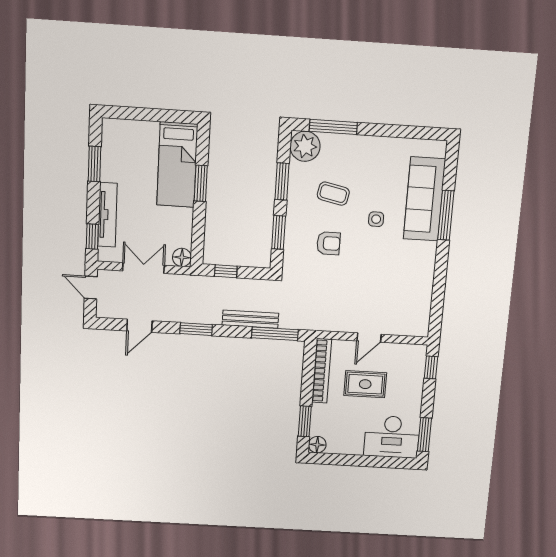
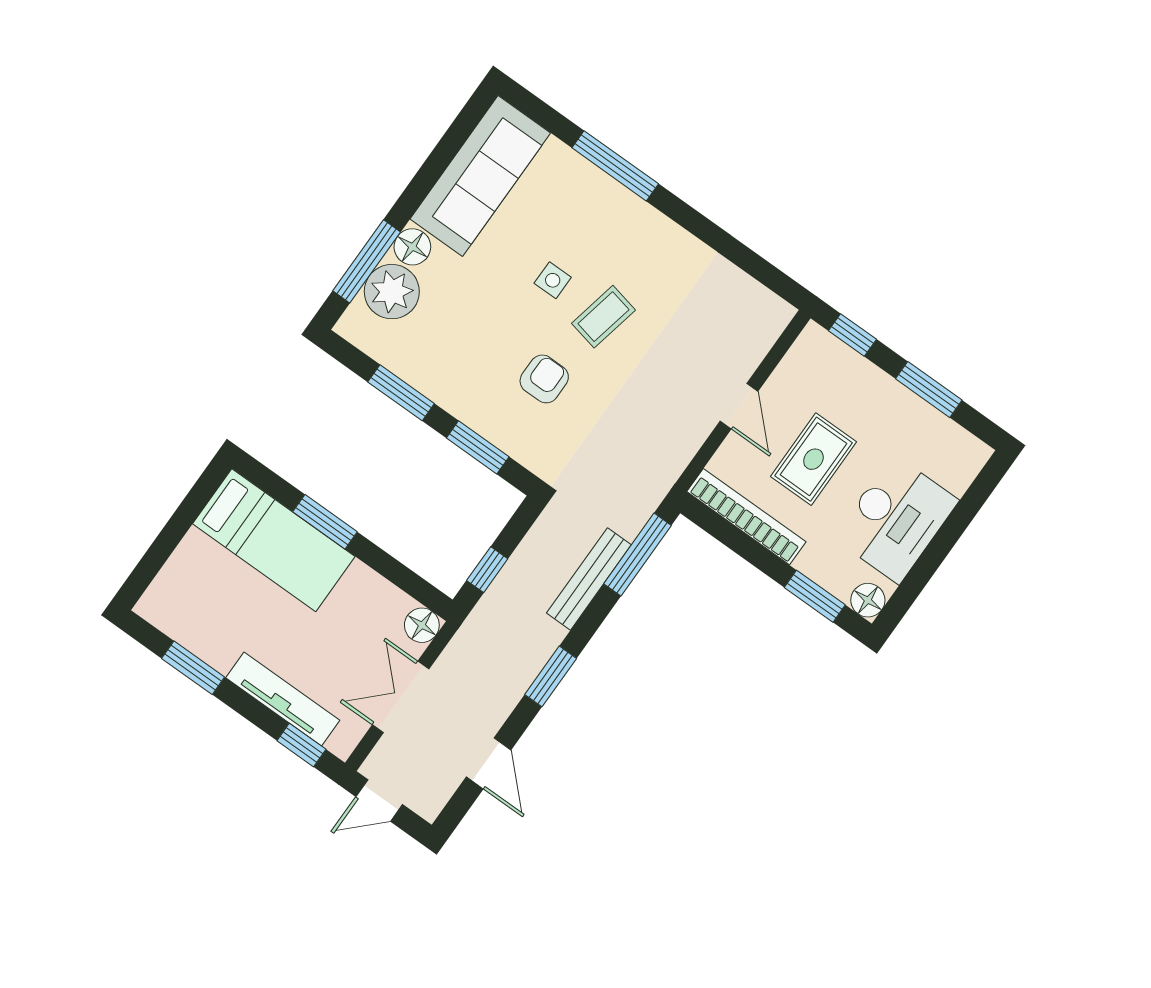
floor lamp: (353, 144) -> (412, 247), added
plant: (305, 146) -> (392, 292), moved
coffee table: (333, 194) -> (603, 317), moved
sofa: (424, 199) -> (480, 176), moved, turned -90
window: (424, 435) -> (929, 389), moved
desk: (392, 437) -> (896, 519), moved

